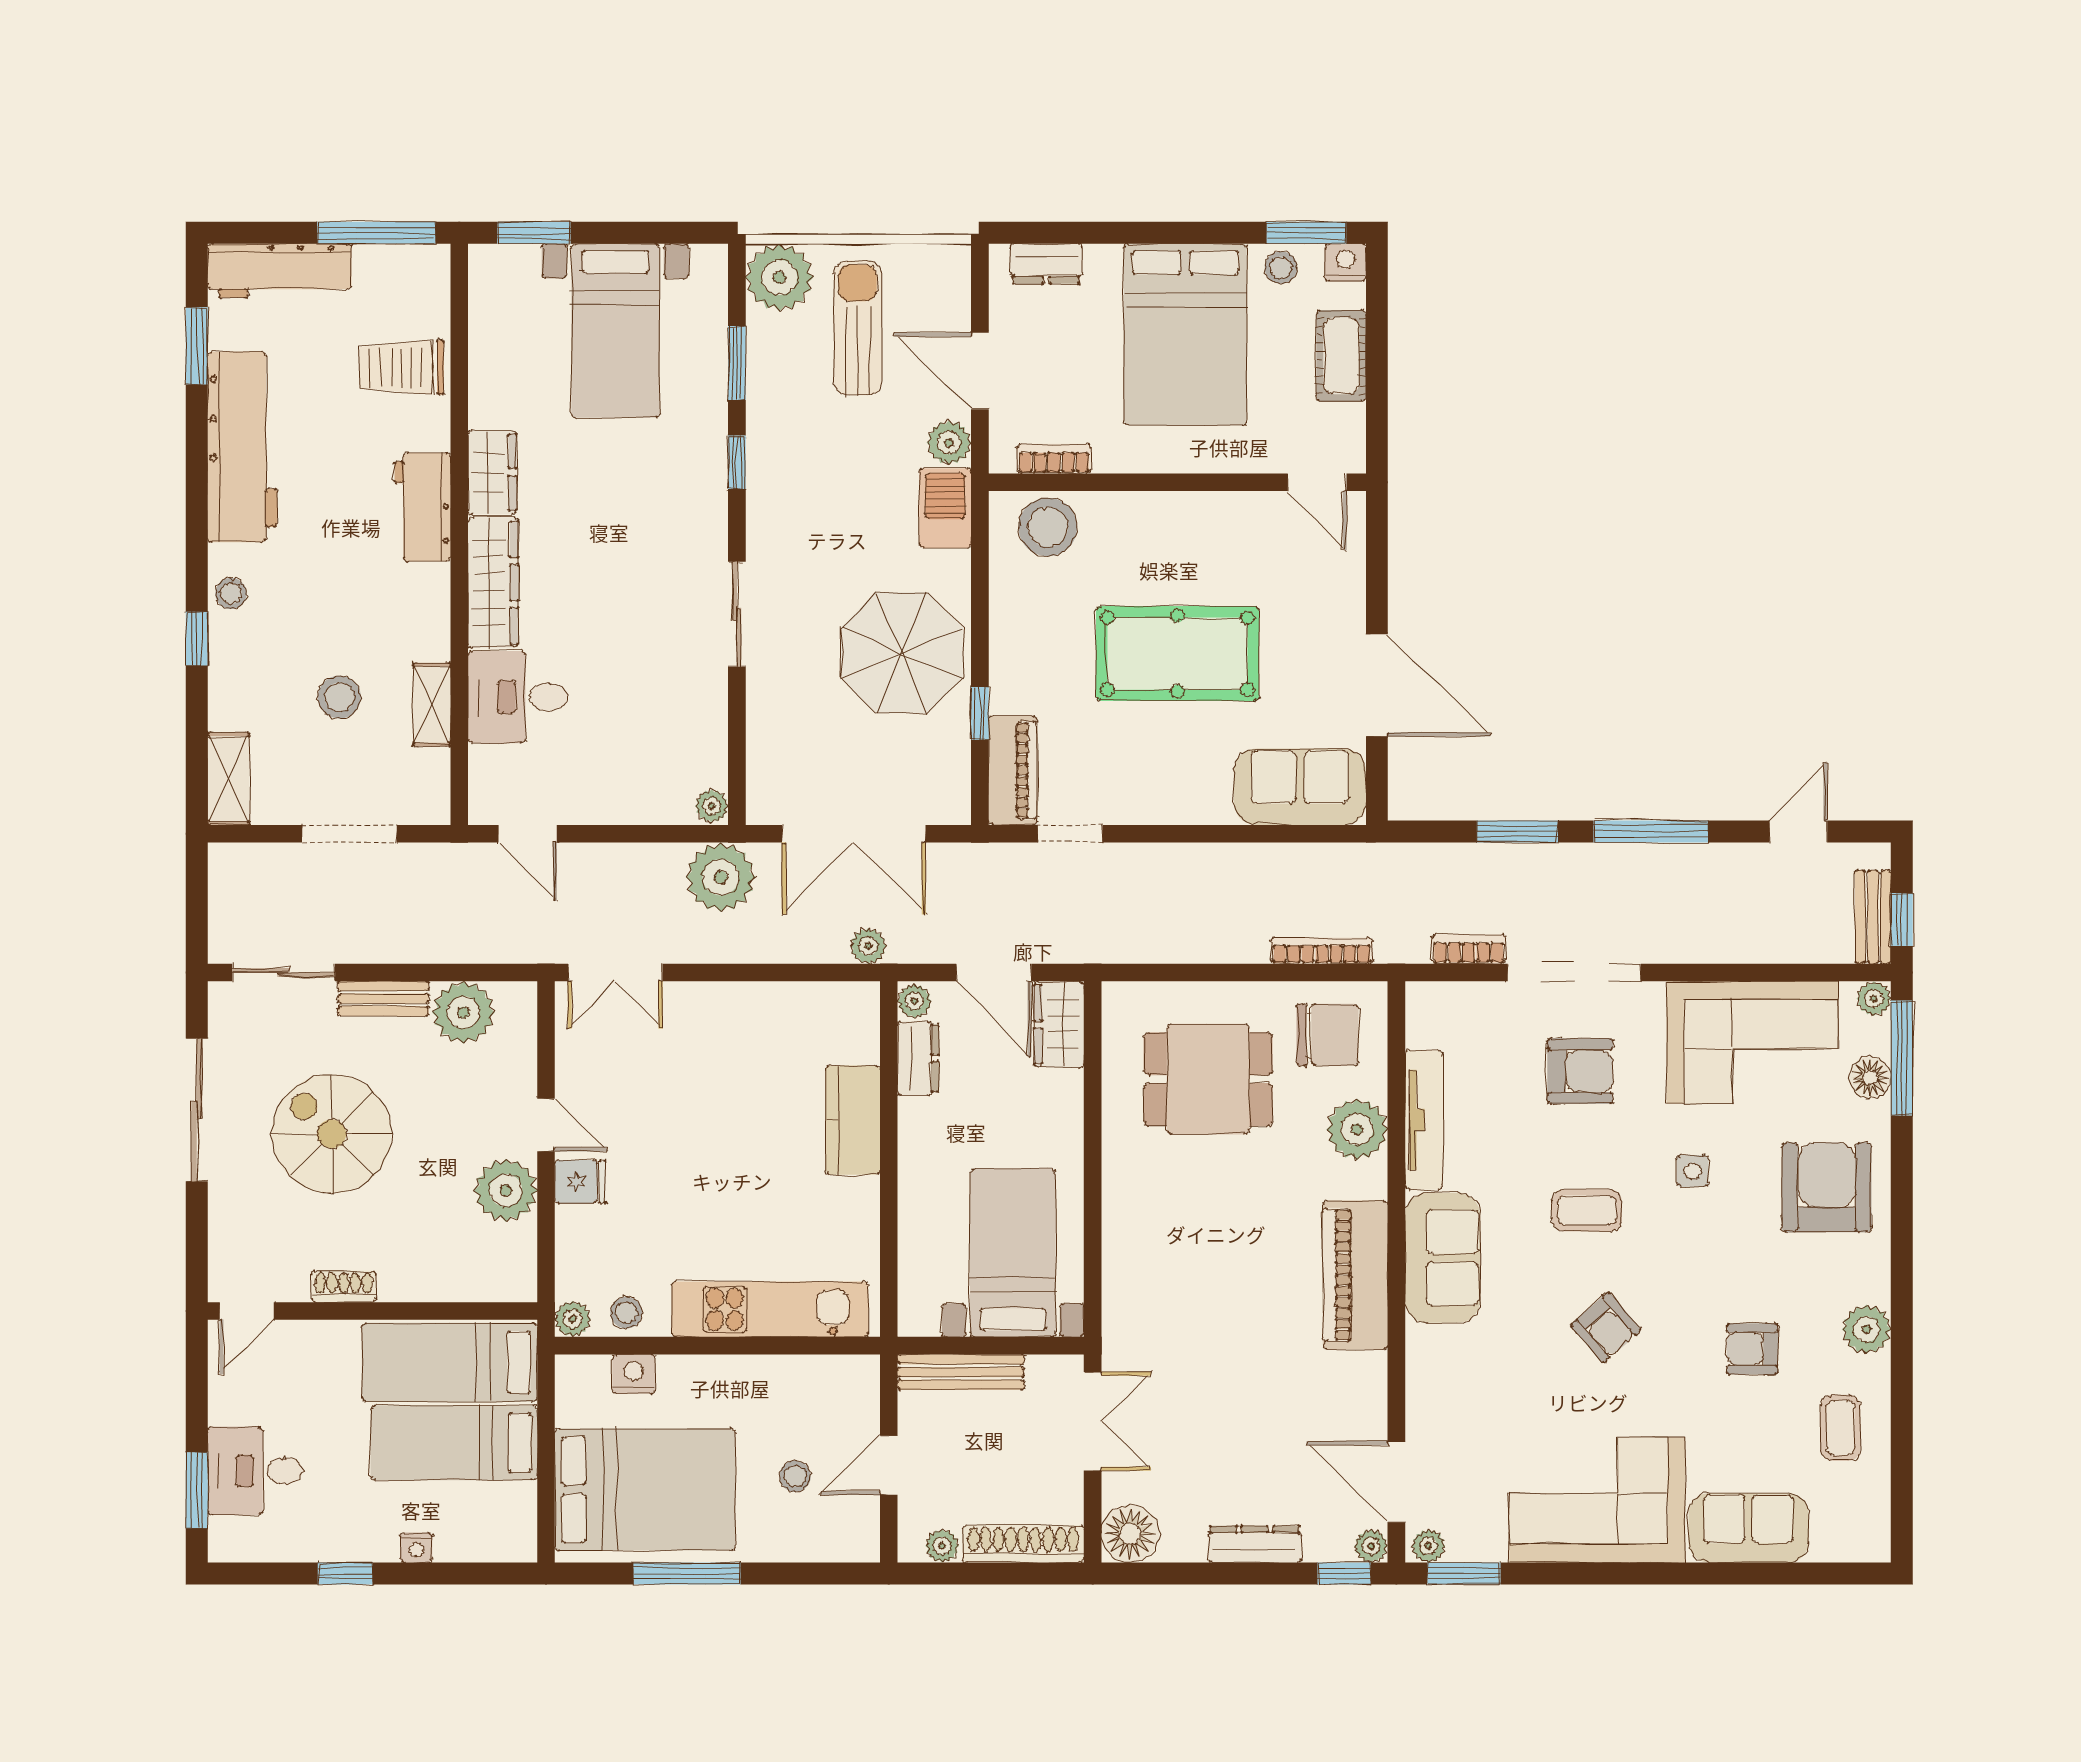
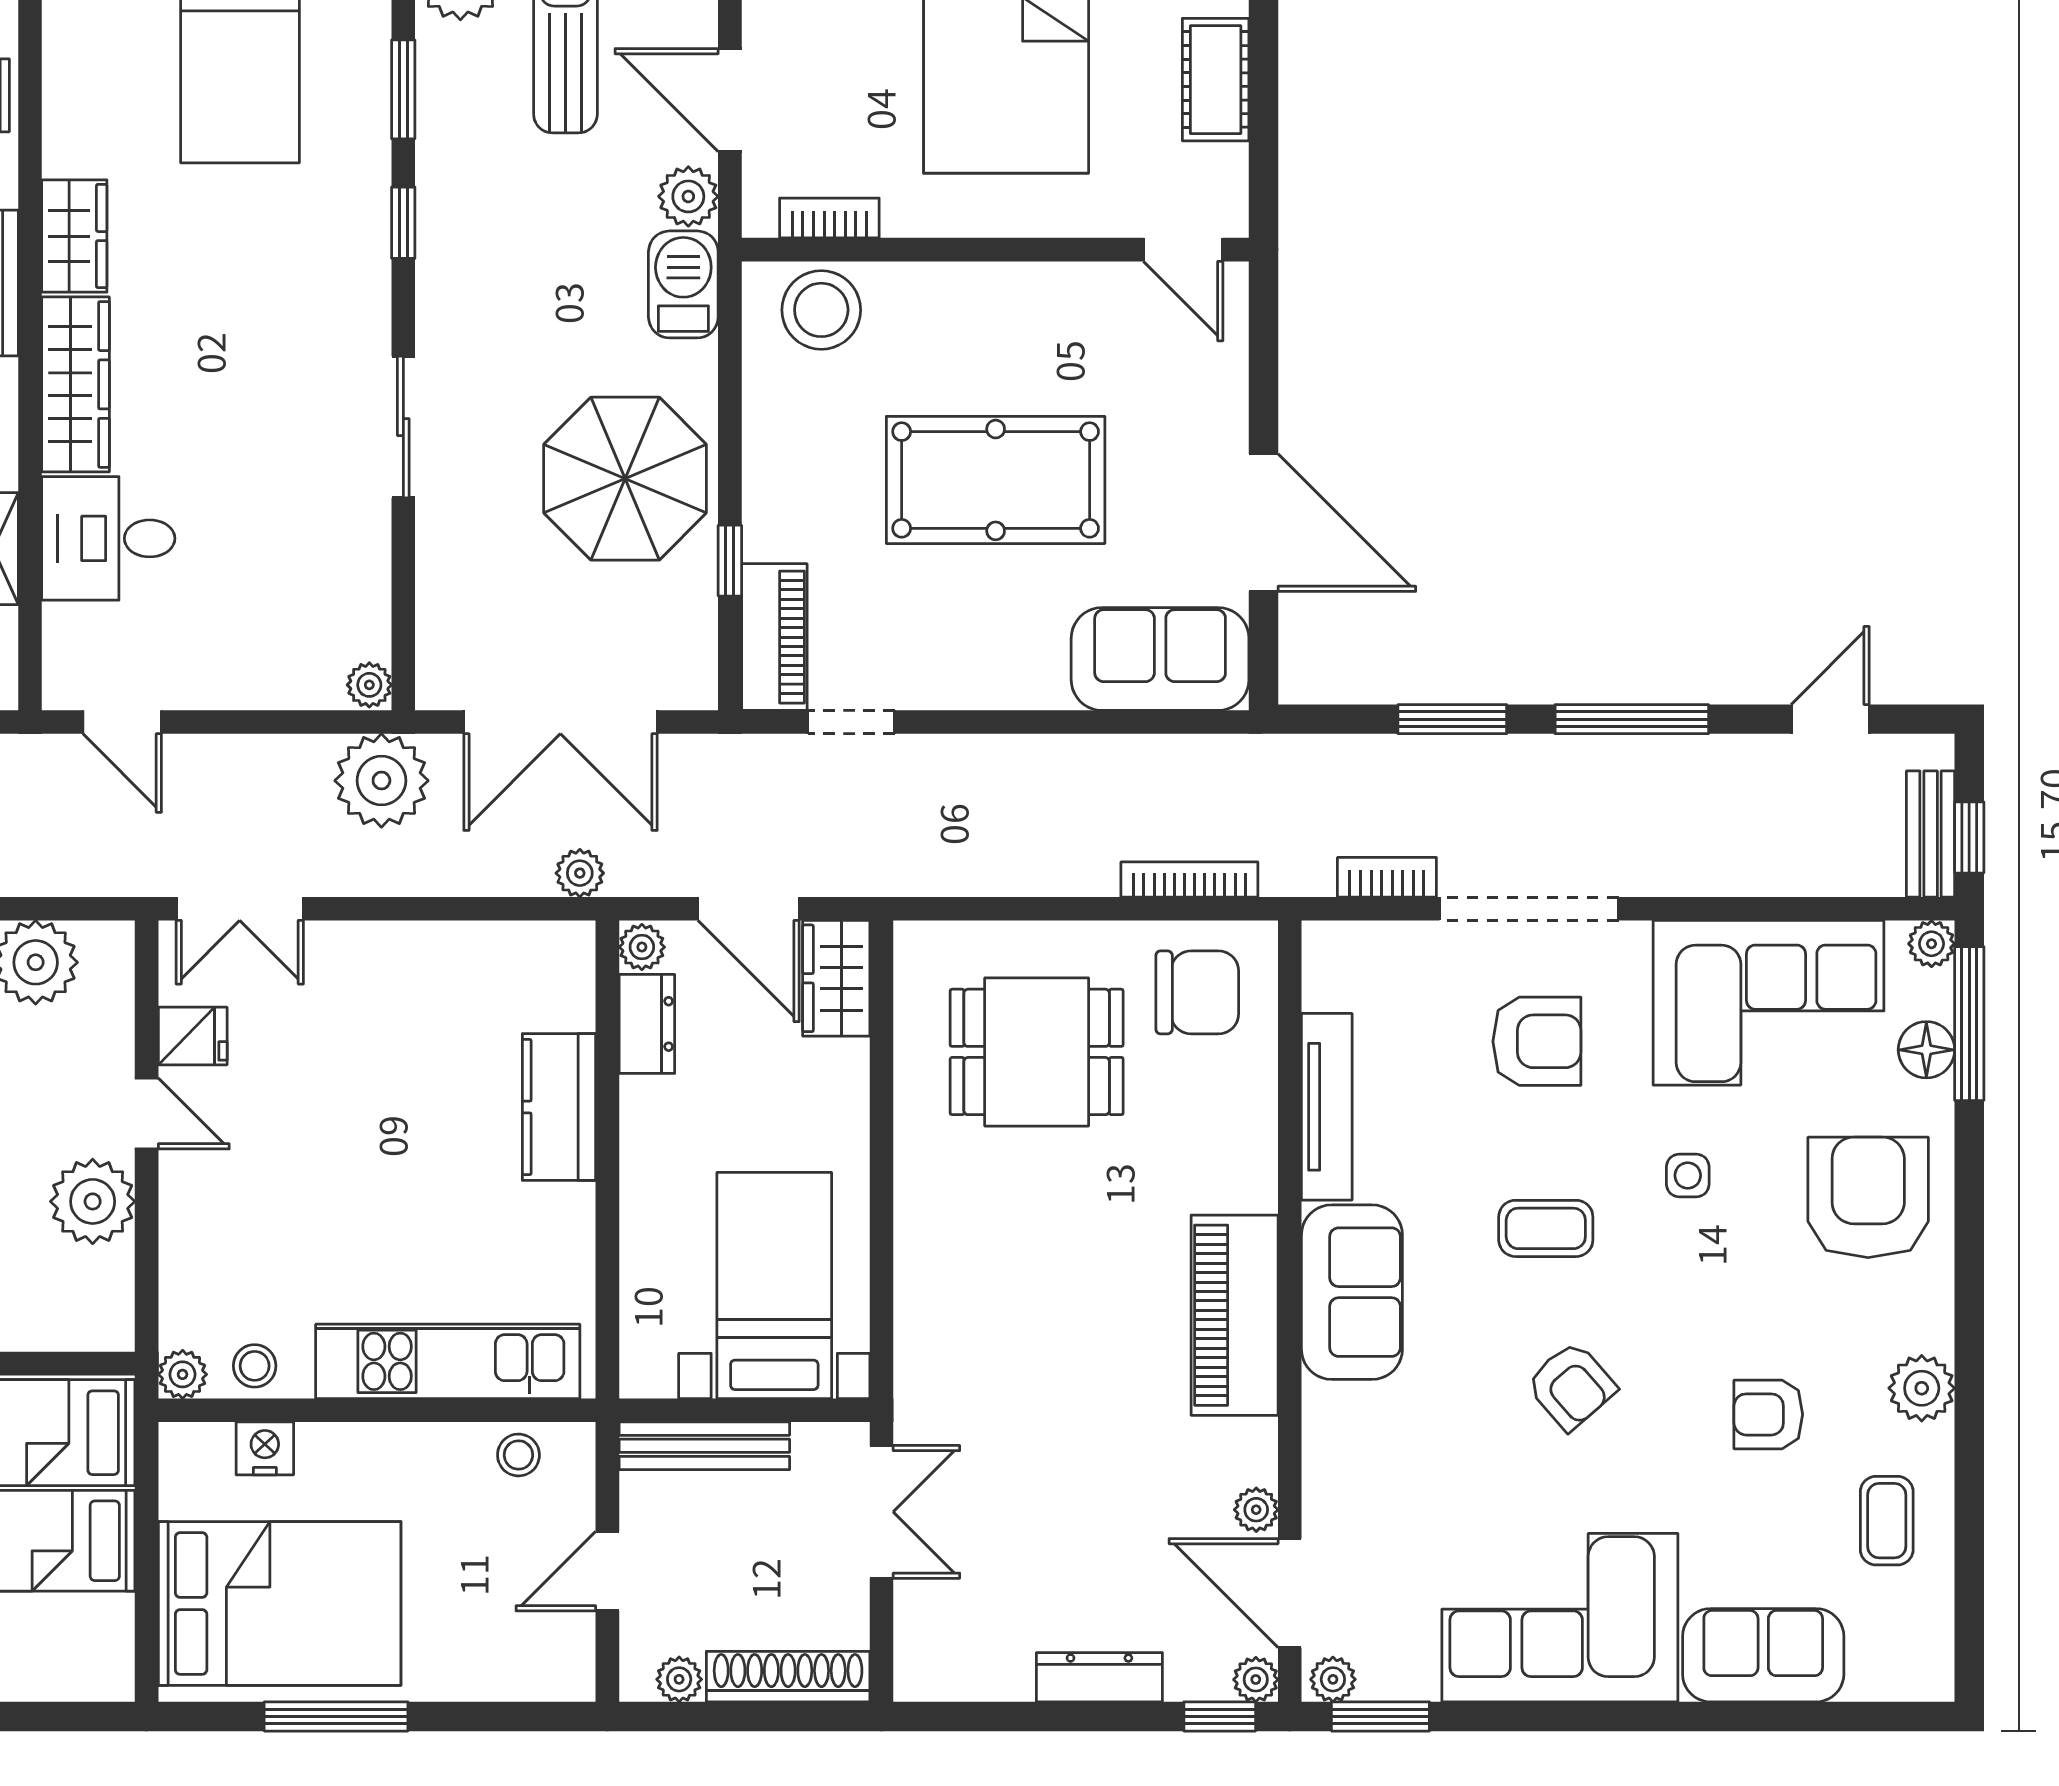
plant: (1357, 1129) -> (1256, 1510), moved, width x0.53, depth x0.53
fridge: (580, 1182) -> (193, 1036), moved
stool: (795, 1476) -> (518, 1455), moved
floor lamp: (1130, 1534) -> (932, 1663), removed

